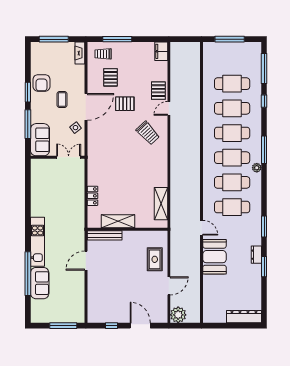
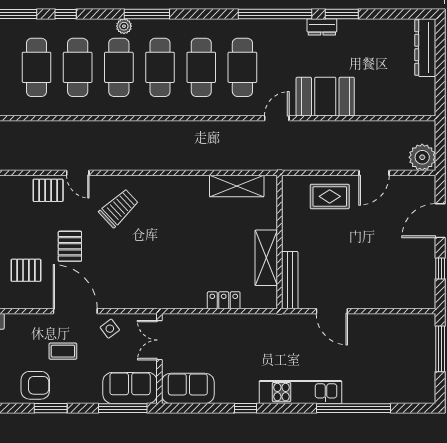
window: (28, 124) -> (123, 408), moved
plant: (257, 168) -> (124, 26), moved
window: (28, 209) -> (245, 408), added
window: (264, 227) -> (275, 14), width x2.11
sofa: (40, 283) -> (188, 388), moved
door: (169, 286) -> (374, 173), swing flipped

